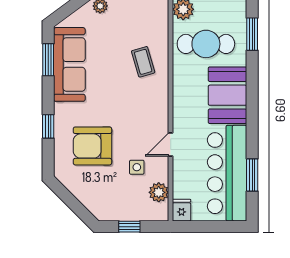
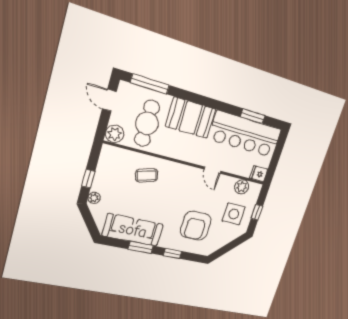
window: (252, 34) -> (150, 84), width x1.44
window: (48, 60) -> (141, 247), moved
side table: (137, 167) -> (234, 214), moved, width x1.87, depth x1.87

